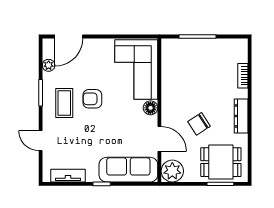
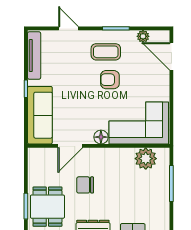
armchair: (92, 99) -> (110, 80), turned -90
chair: (199, 124) -> (85, 185), turned -57
door: (41, 141) -> (69, 28), hinge flipped
plant: (172, 171) -> (146, 159), moved
tv unit: (68, 176) -> (34, 55), width x1.41

